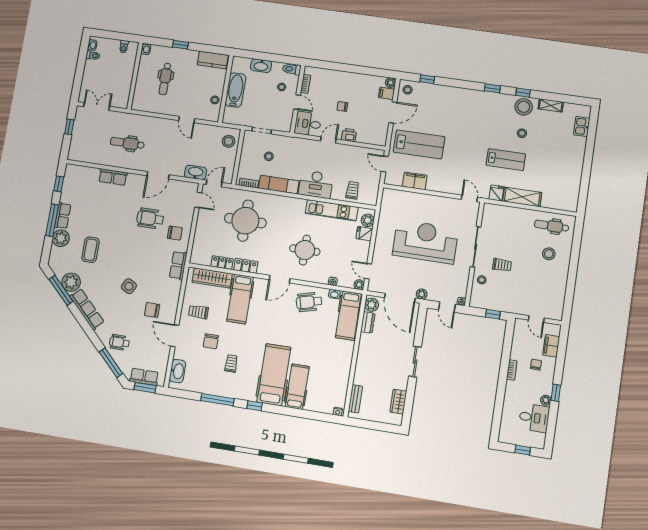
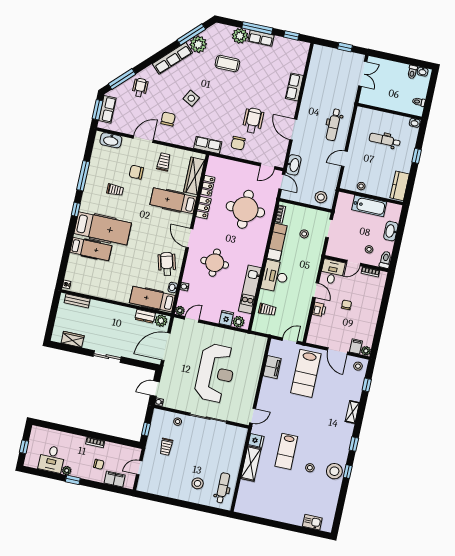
shelving: (551, 105) -> (352, 412), moved
dental chair: (127, 143) -> (334, 125), moved, turned 180
trolley: (502, 265) -> (166, 447), moved
plant: (422, 294) -> (168, 367), removed

